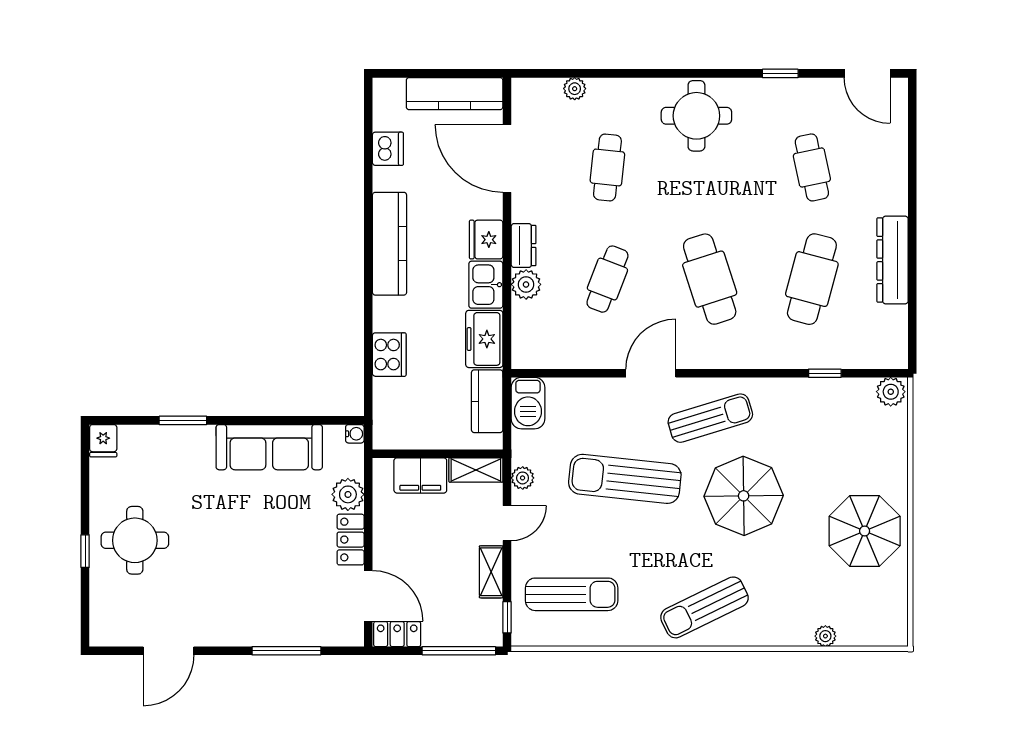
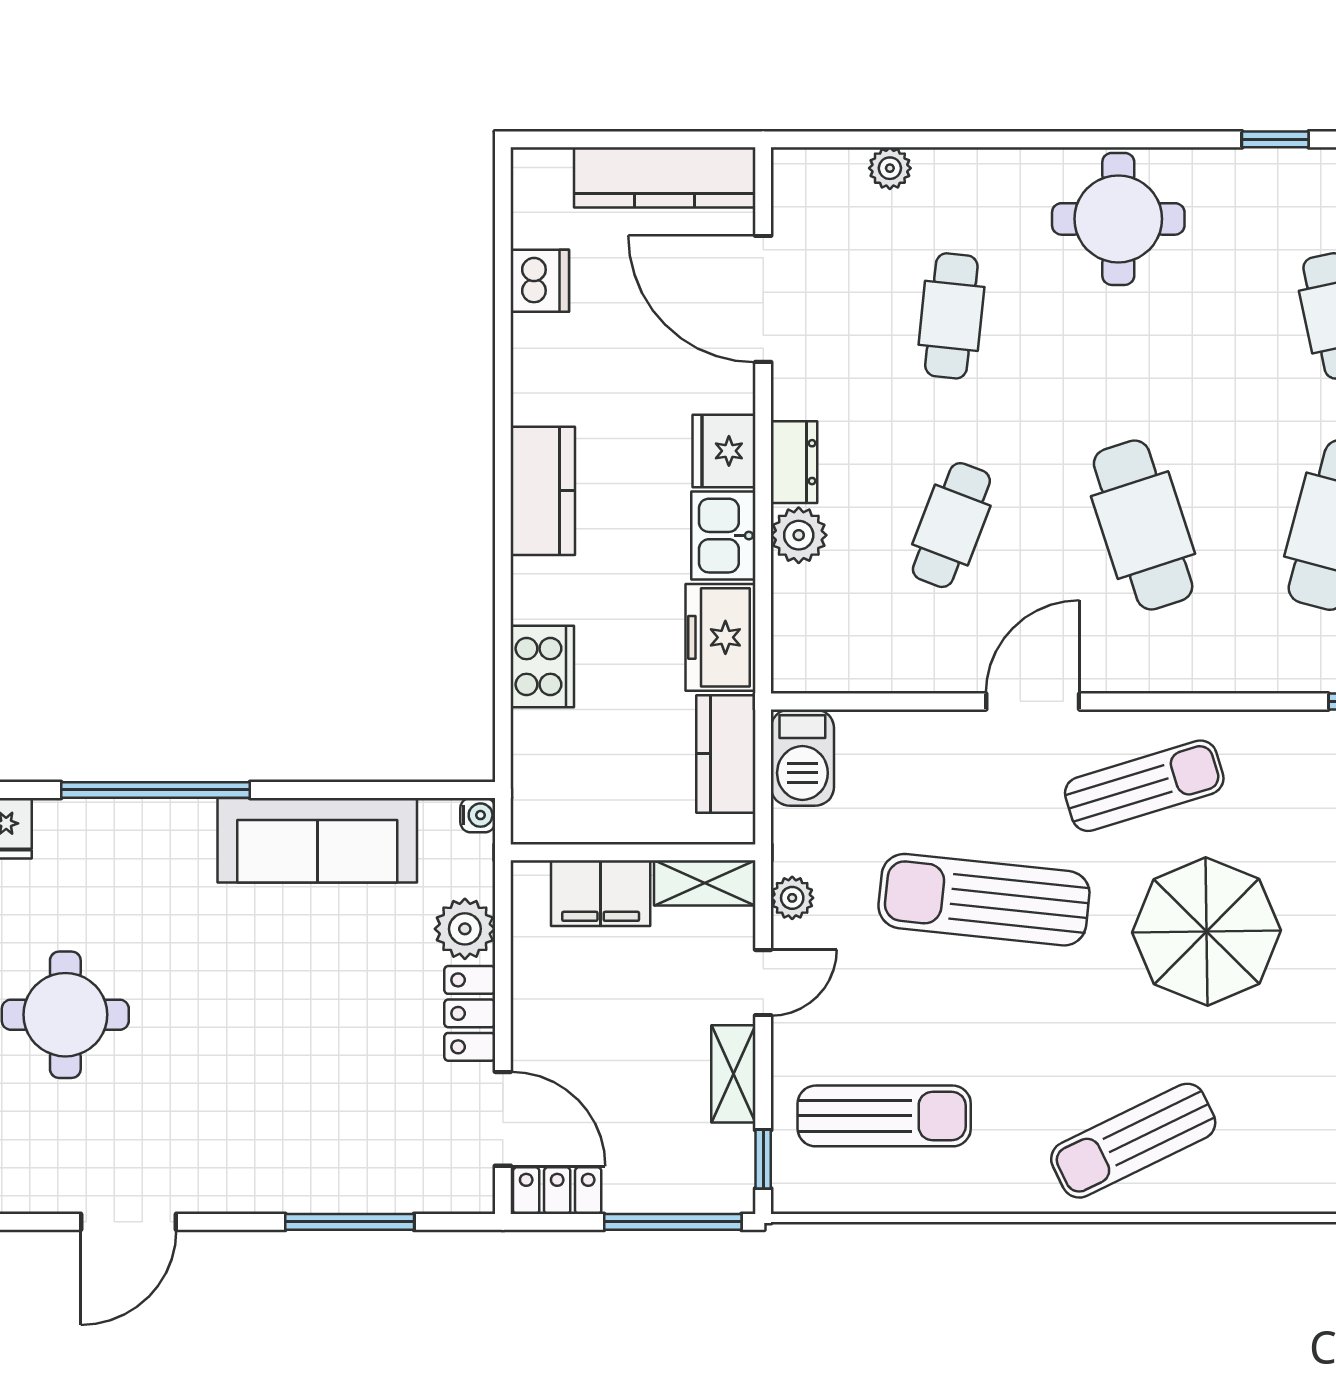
kitchen counter: (390, 244) -> (543, 491), width x0.67
window: (183, 420) -> (156, 790), width x2.11

